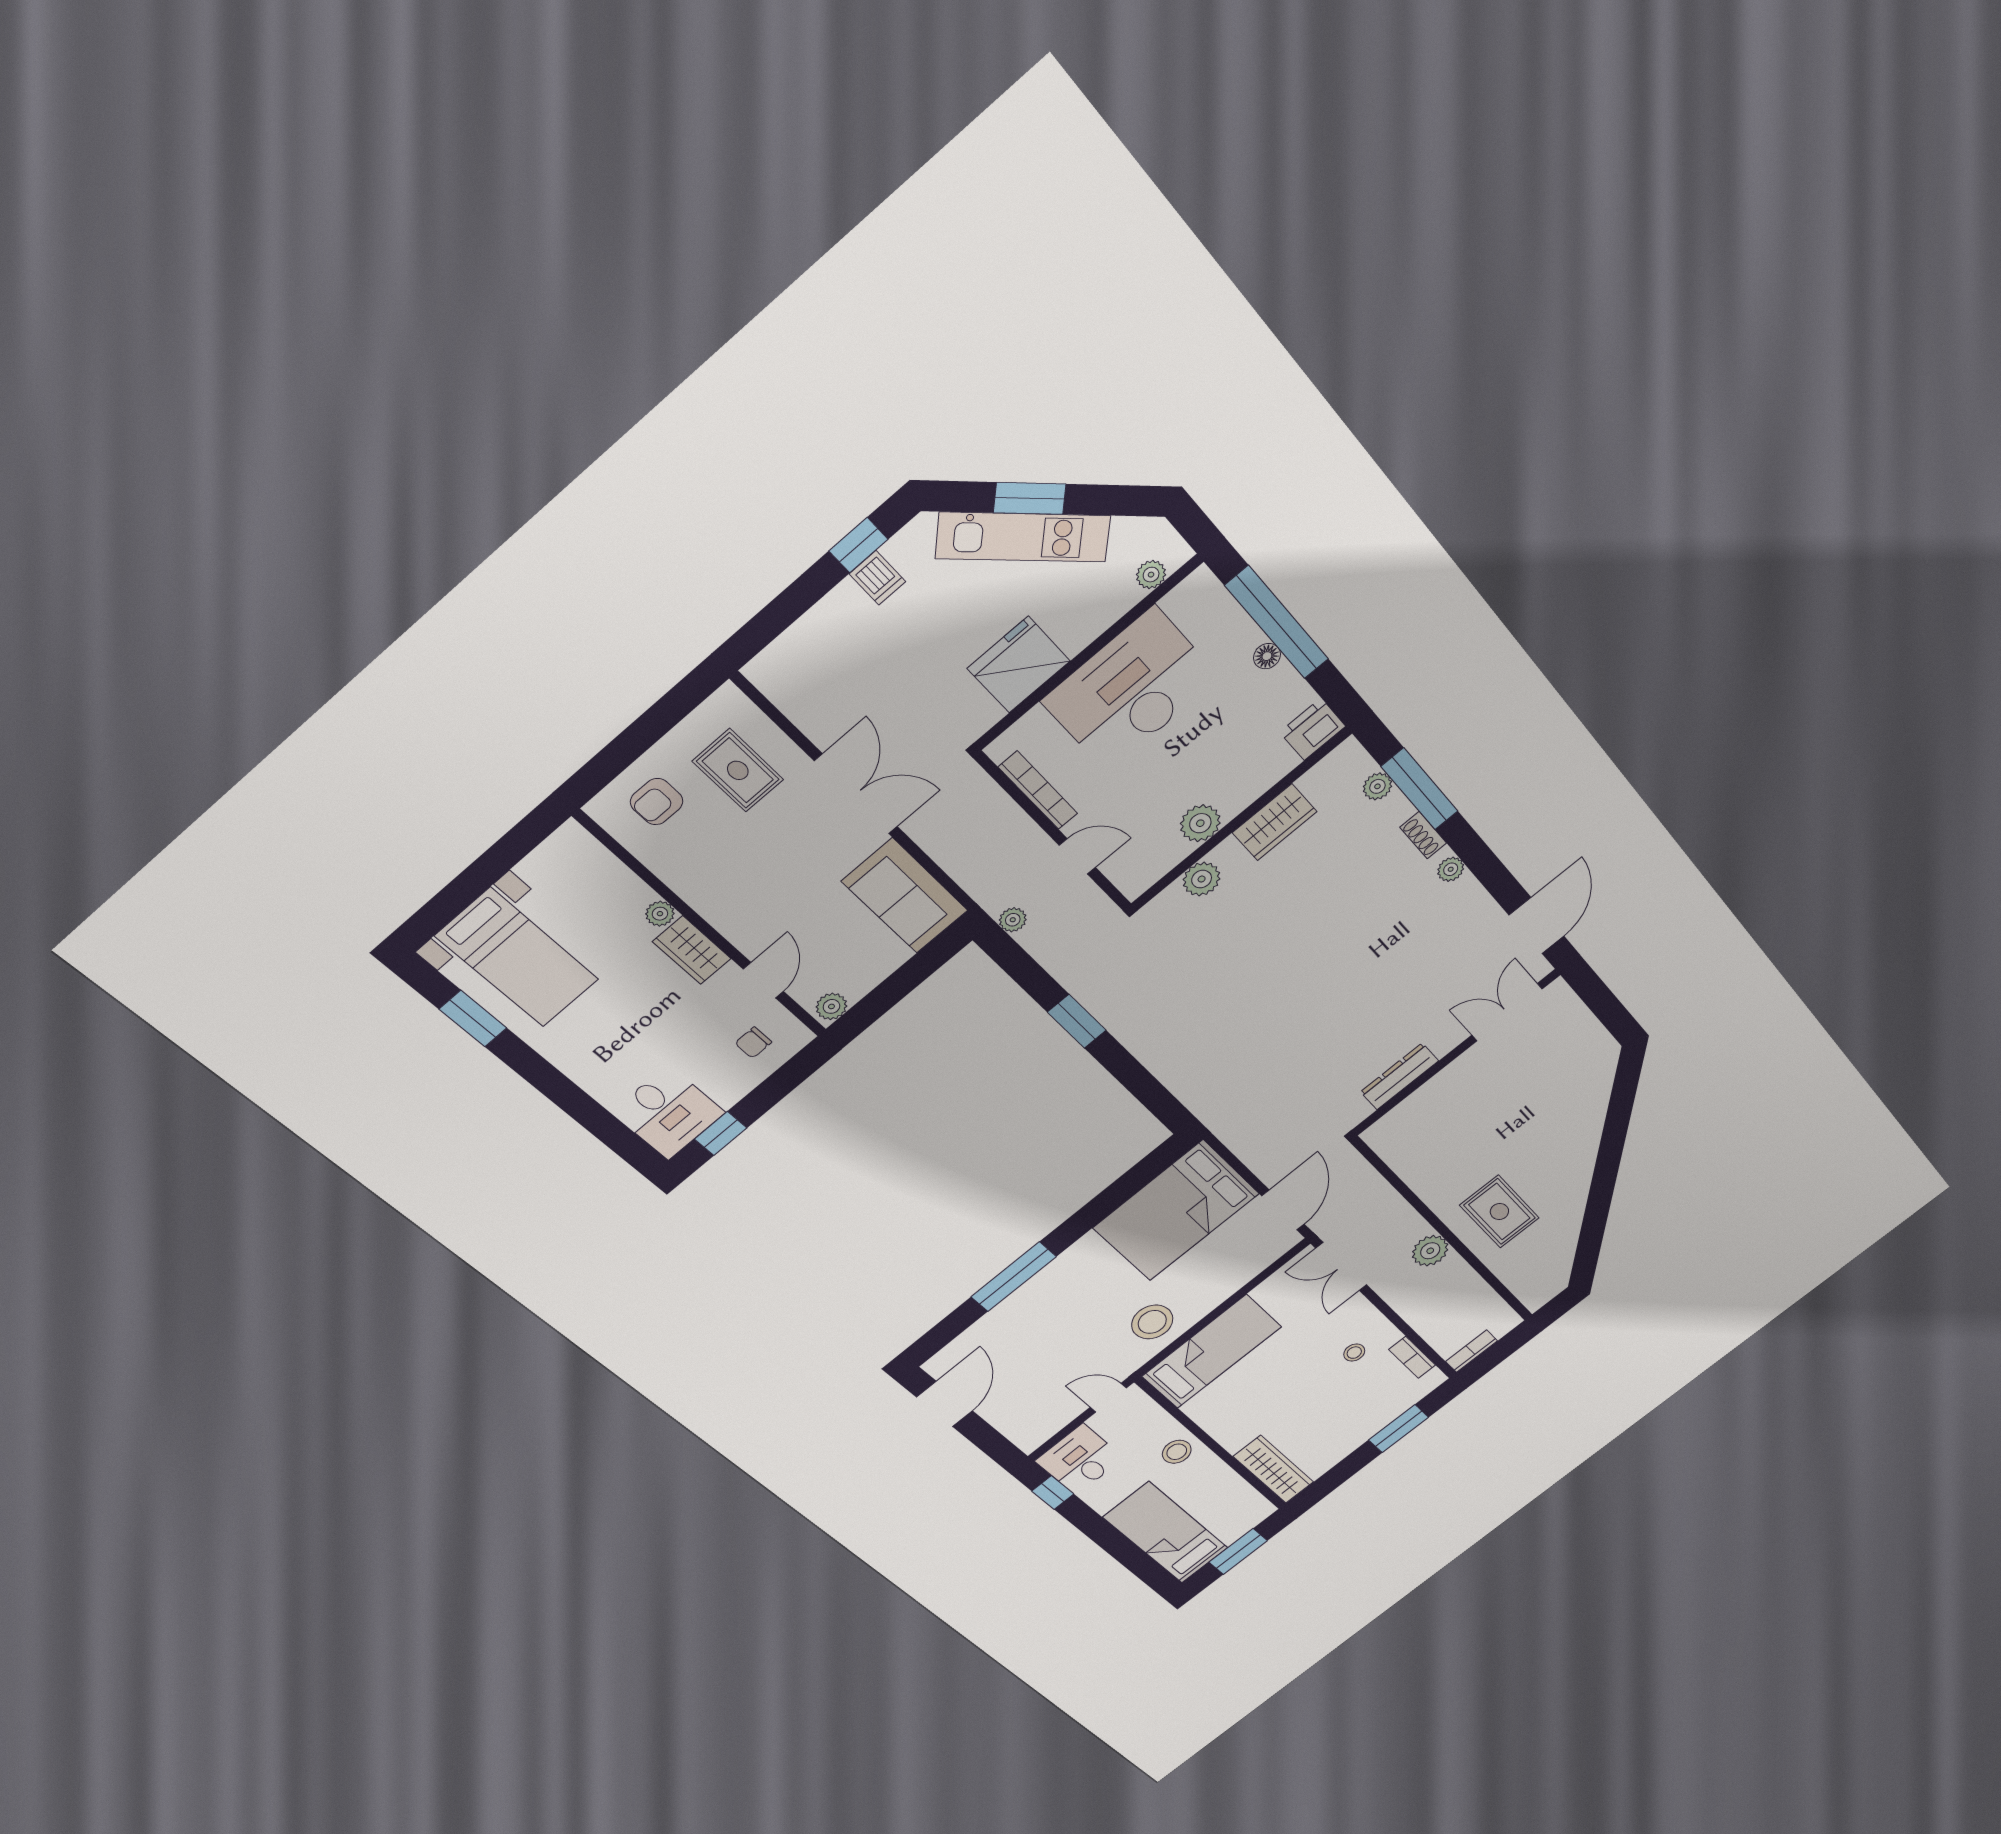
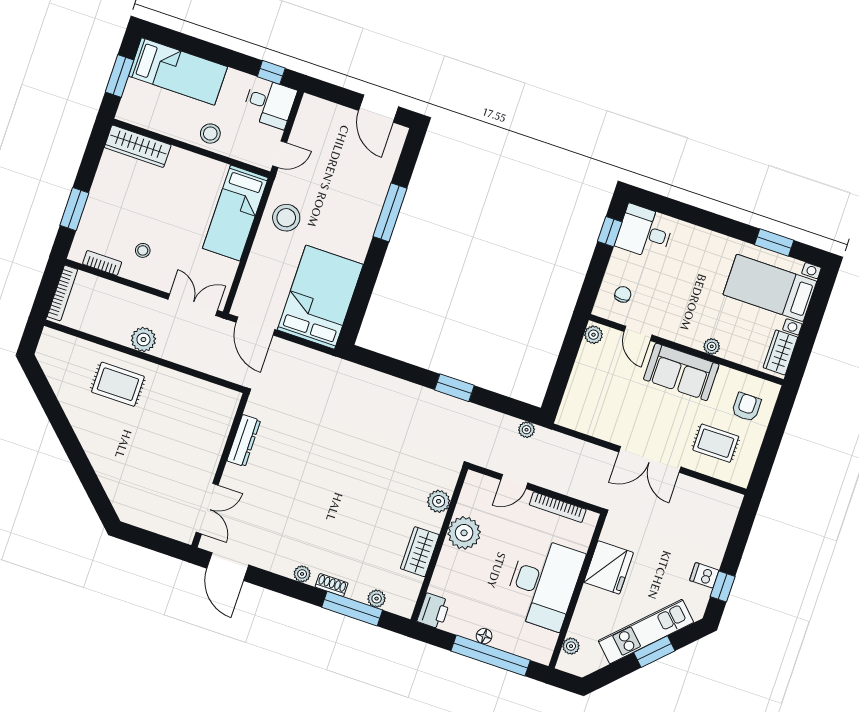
plant: (1200, 823) -> (464, 533), width x1.36, depth x1.36
sofa: (905, 896) -> (681, 372), moved, turned 180
wardrobe: (692, 950) -> (780, 352), moved, turned -90
bookcase: (1472, 1351) -> (62, 293), width x1.56

